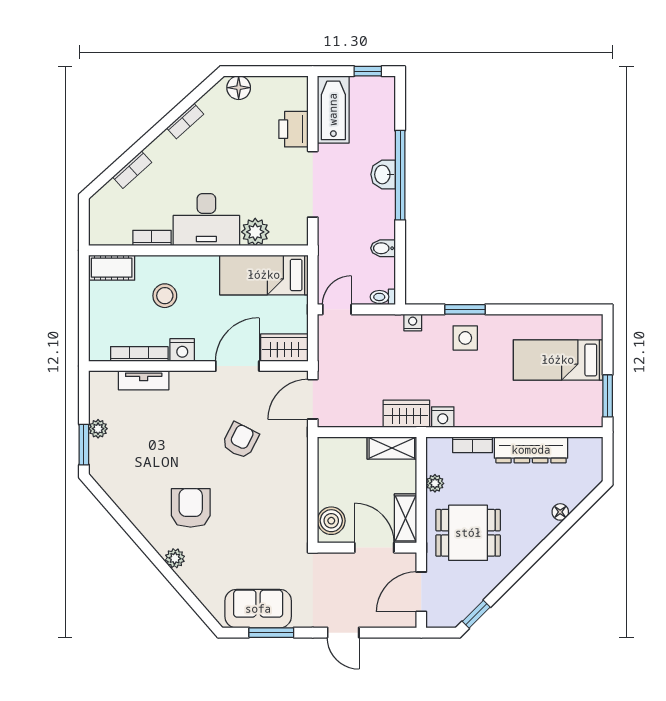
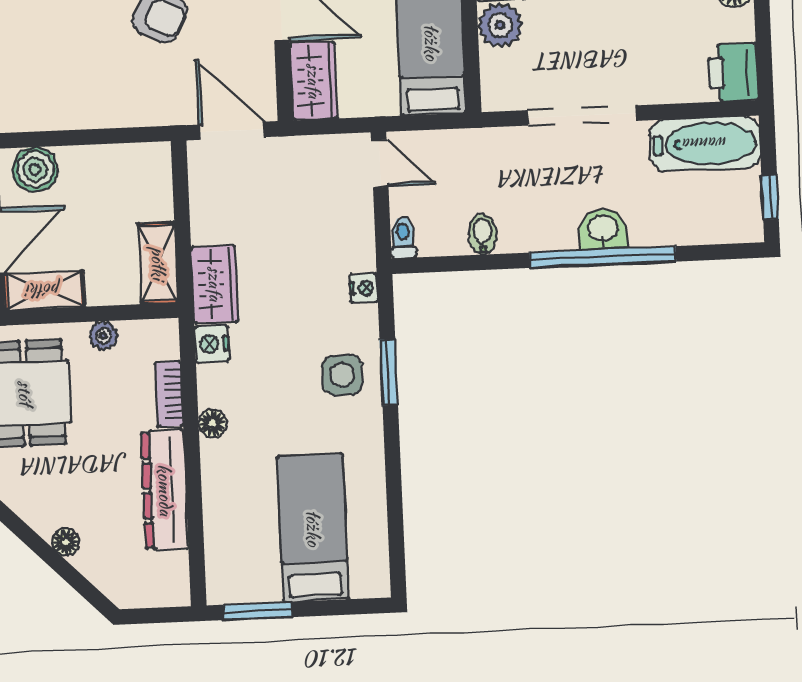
printer: (293, 129) -> (733, 72), moved, turned -90
floor lamp: (491, 419) -> (212, 423), added

